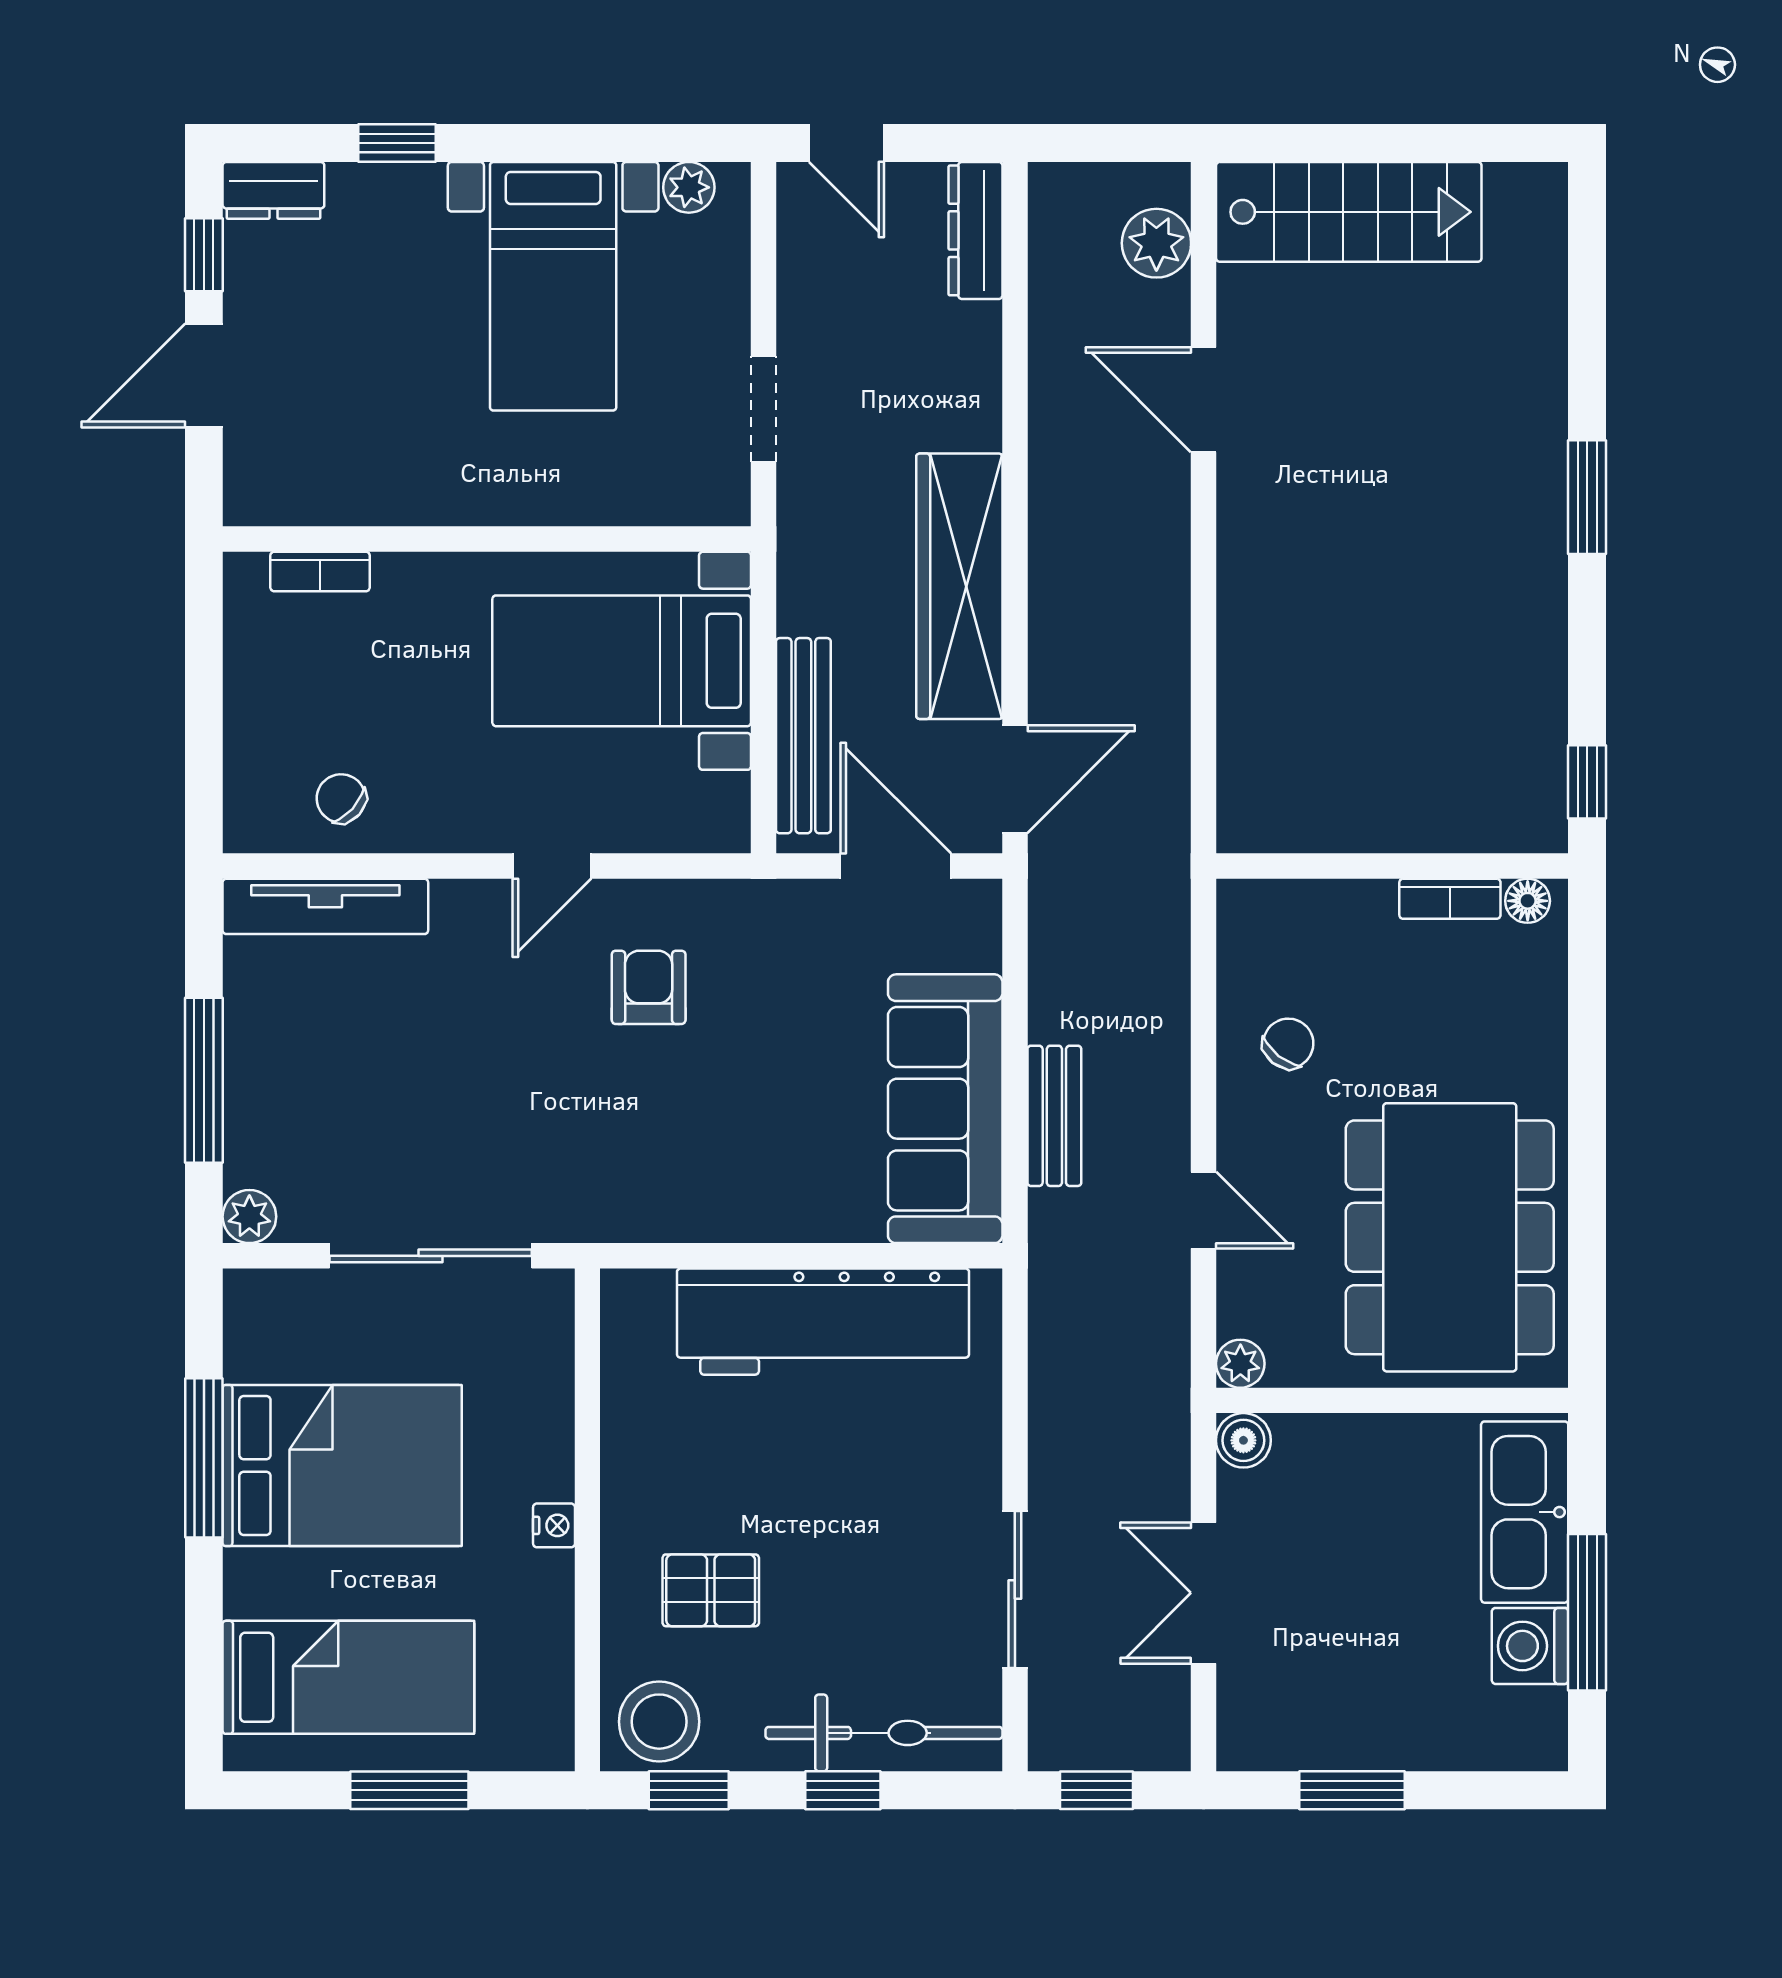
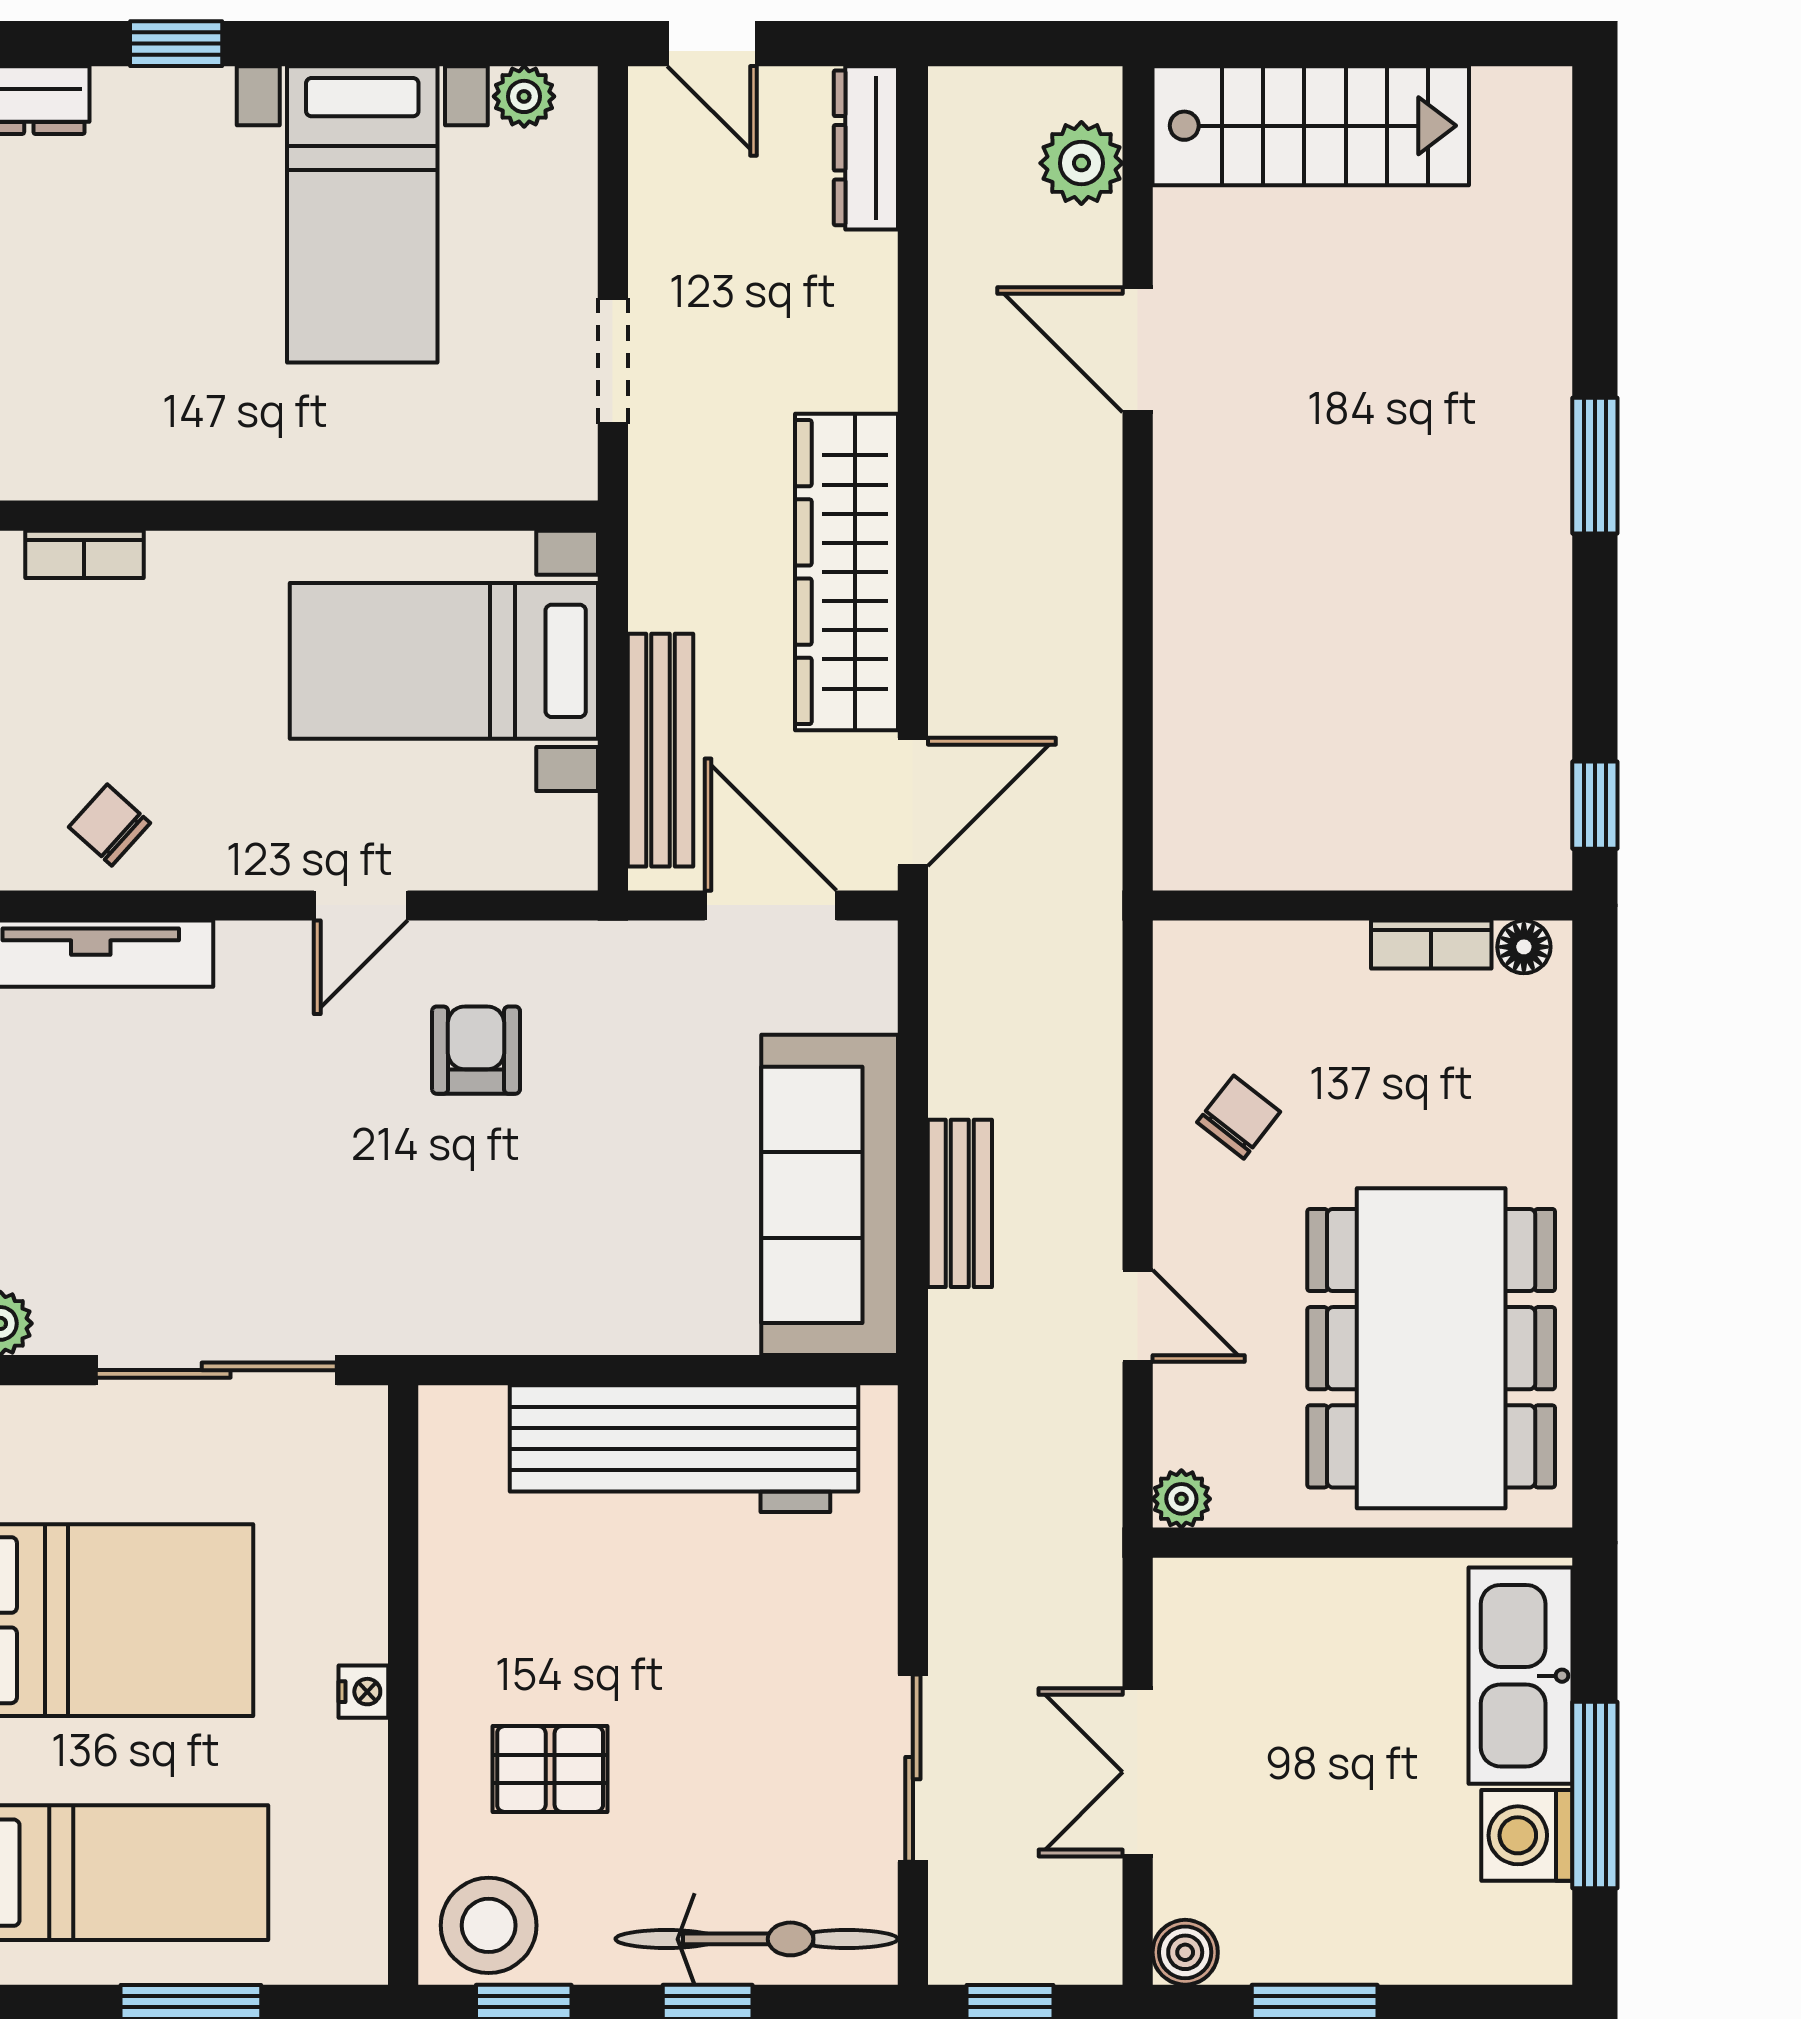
boiler: (1243, 1440) -> (1185, 1952), moved

